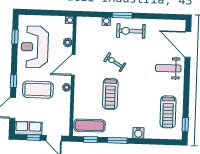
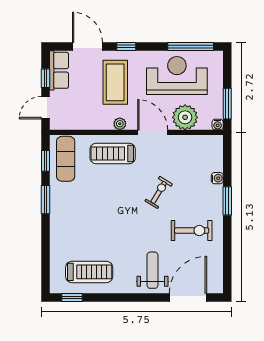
window: (55, 13) -> (227, 104), added
exercise bike: (131, 31) -> (192, 231), moved, turned 90
window: (15, 37) -> (191, 47), width x2.17
plant: (68, 42) -> (185, 117), width x1.88, depth x1.88
treadmill: (110, 94) -> (113, 153), moved
treadmill: (168, 112) -> (89, 272), turned 180
water cooler: (138, 133) -> (57, 230), removed

